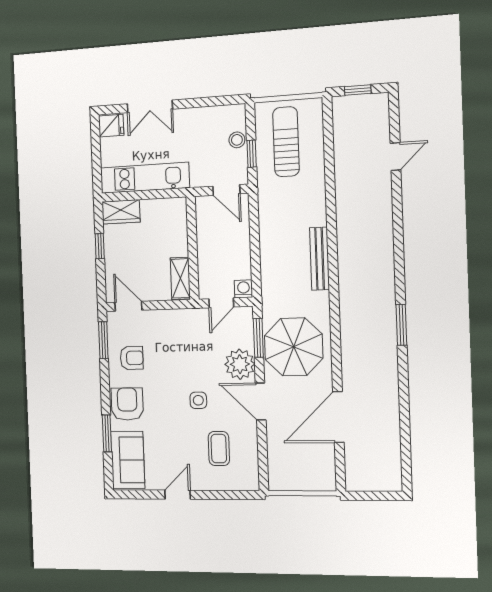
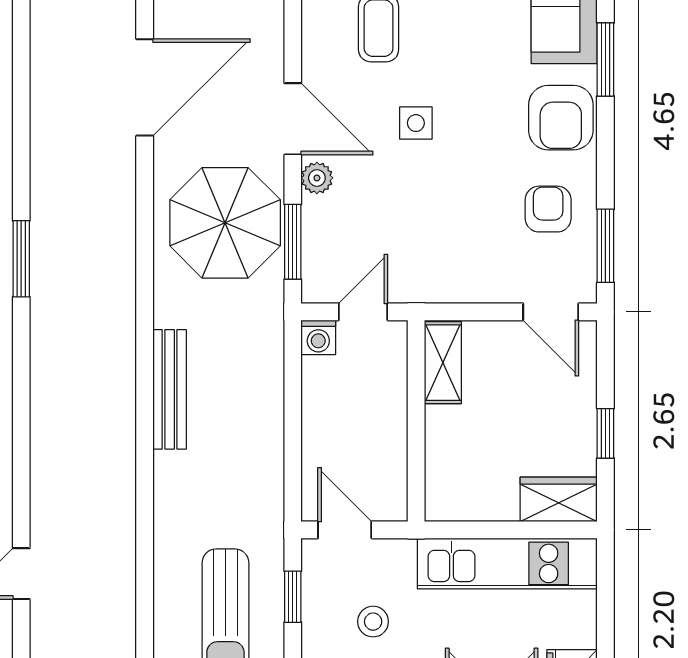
stool: (237, 140) -> (373, 622), moved
armchair: (132, 358) -> (548, 209), turned 90
plant: (240, 364) -> (317, 178), width x0.53, depth x0.53

